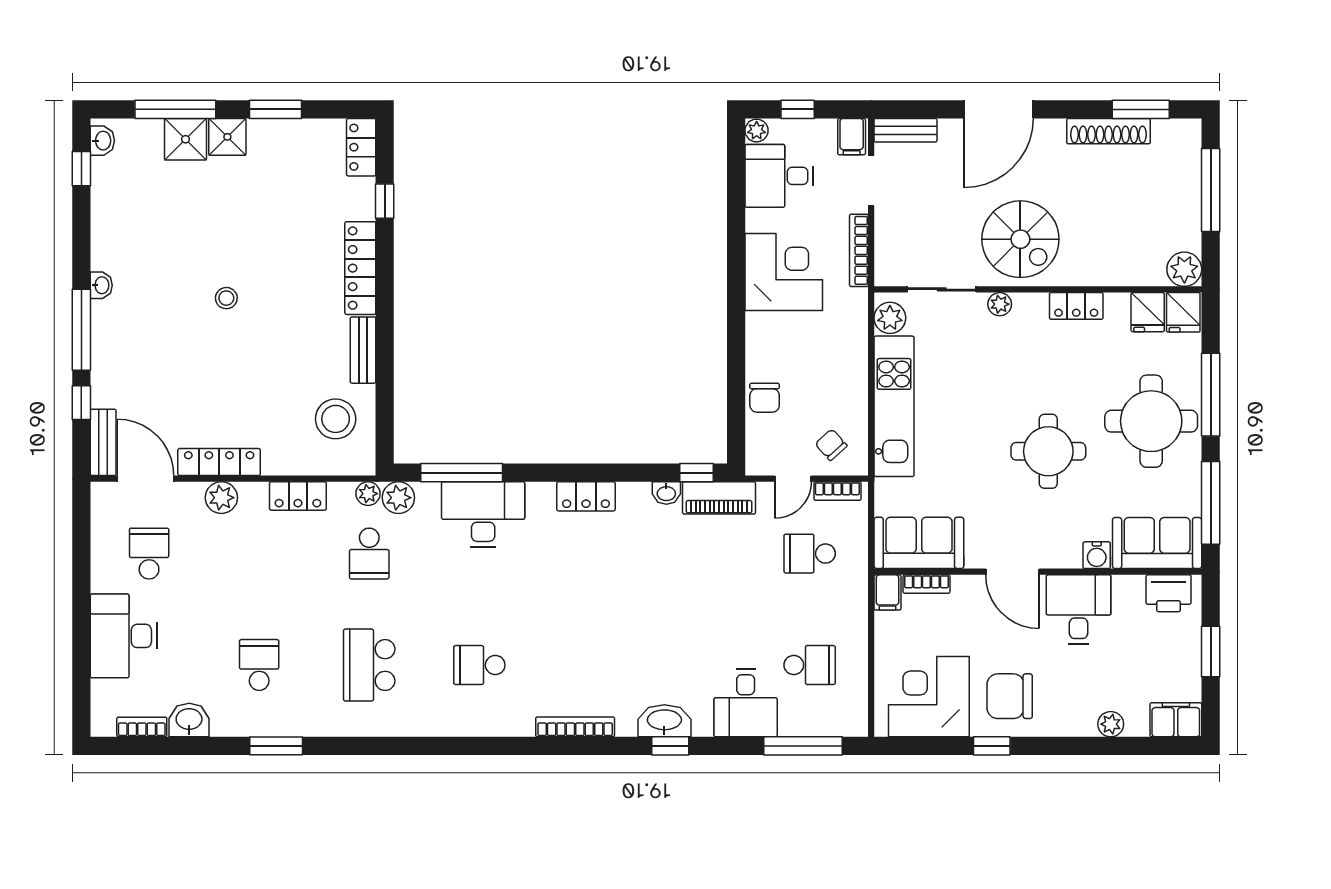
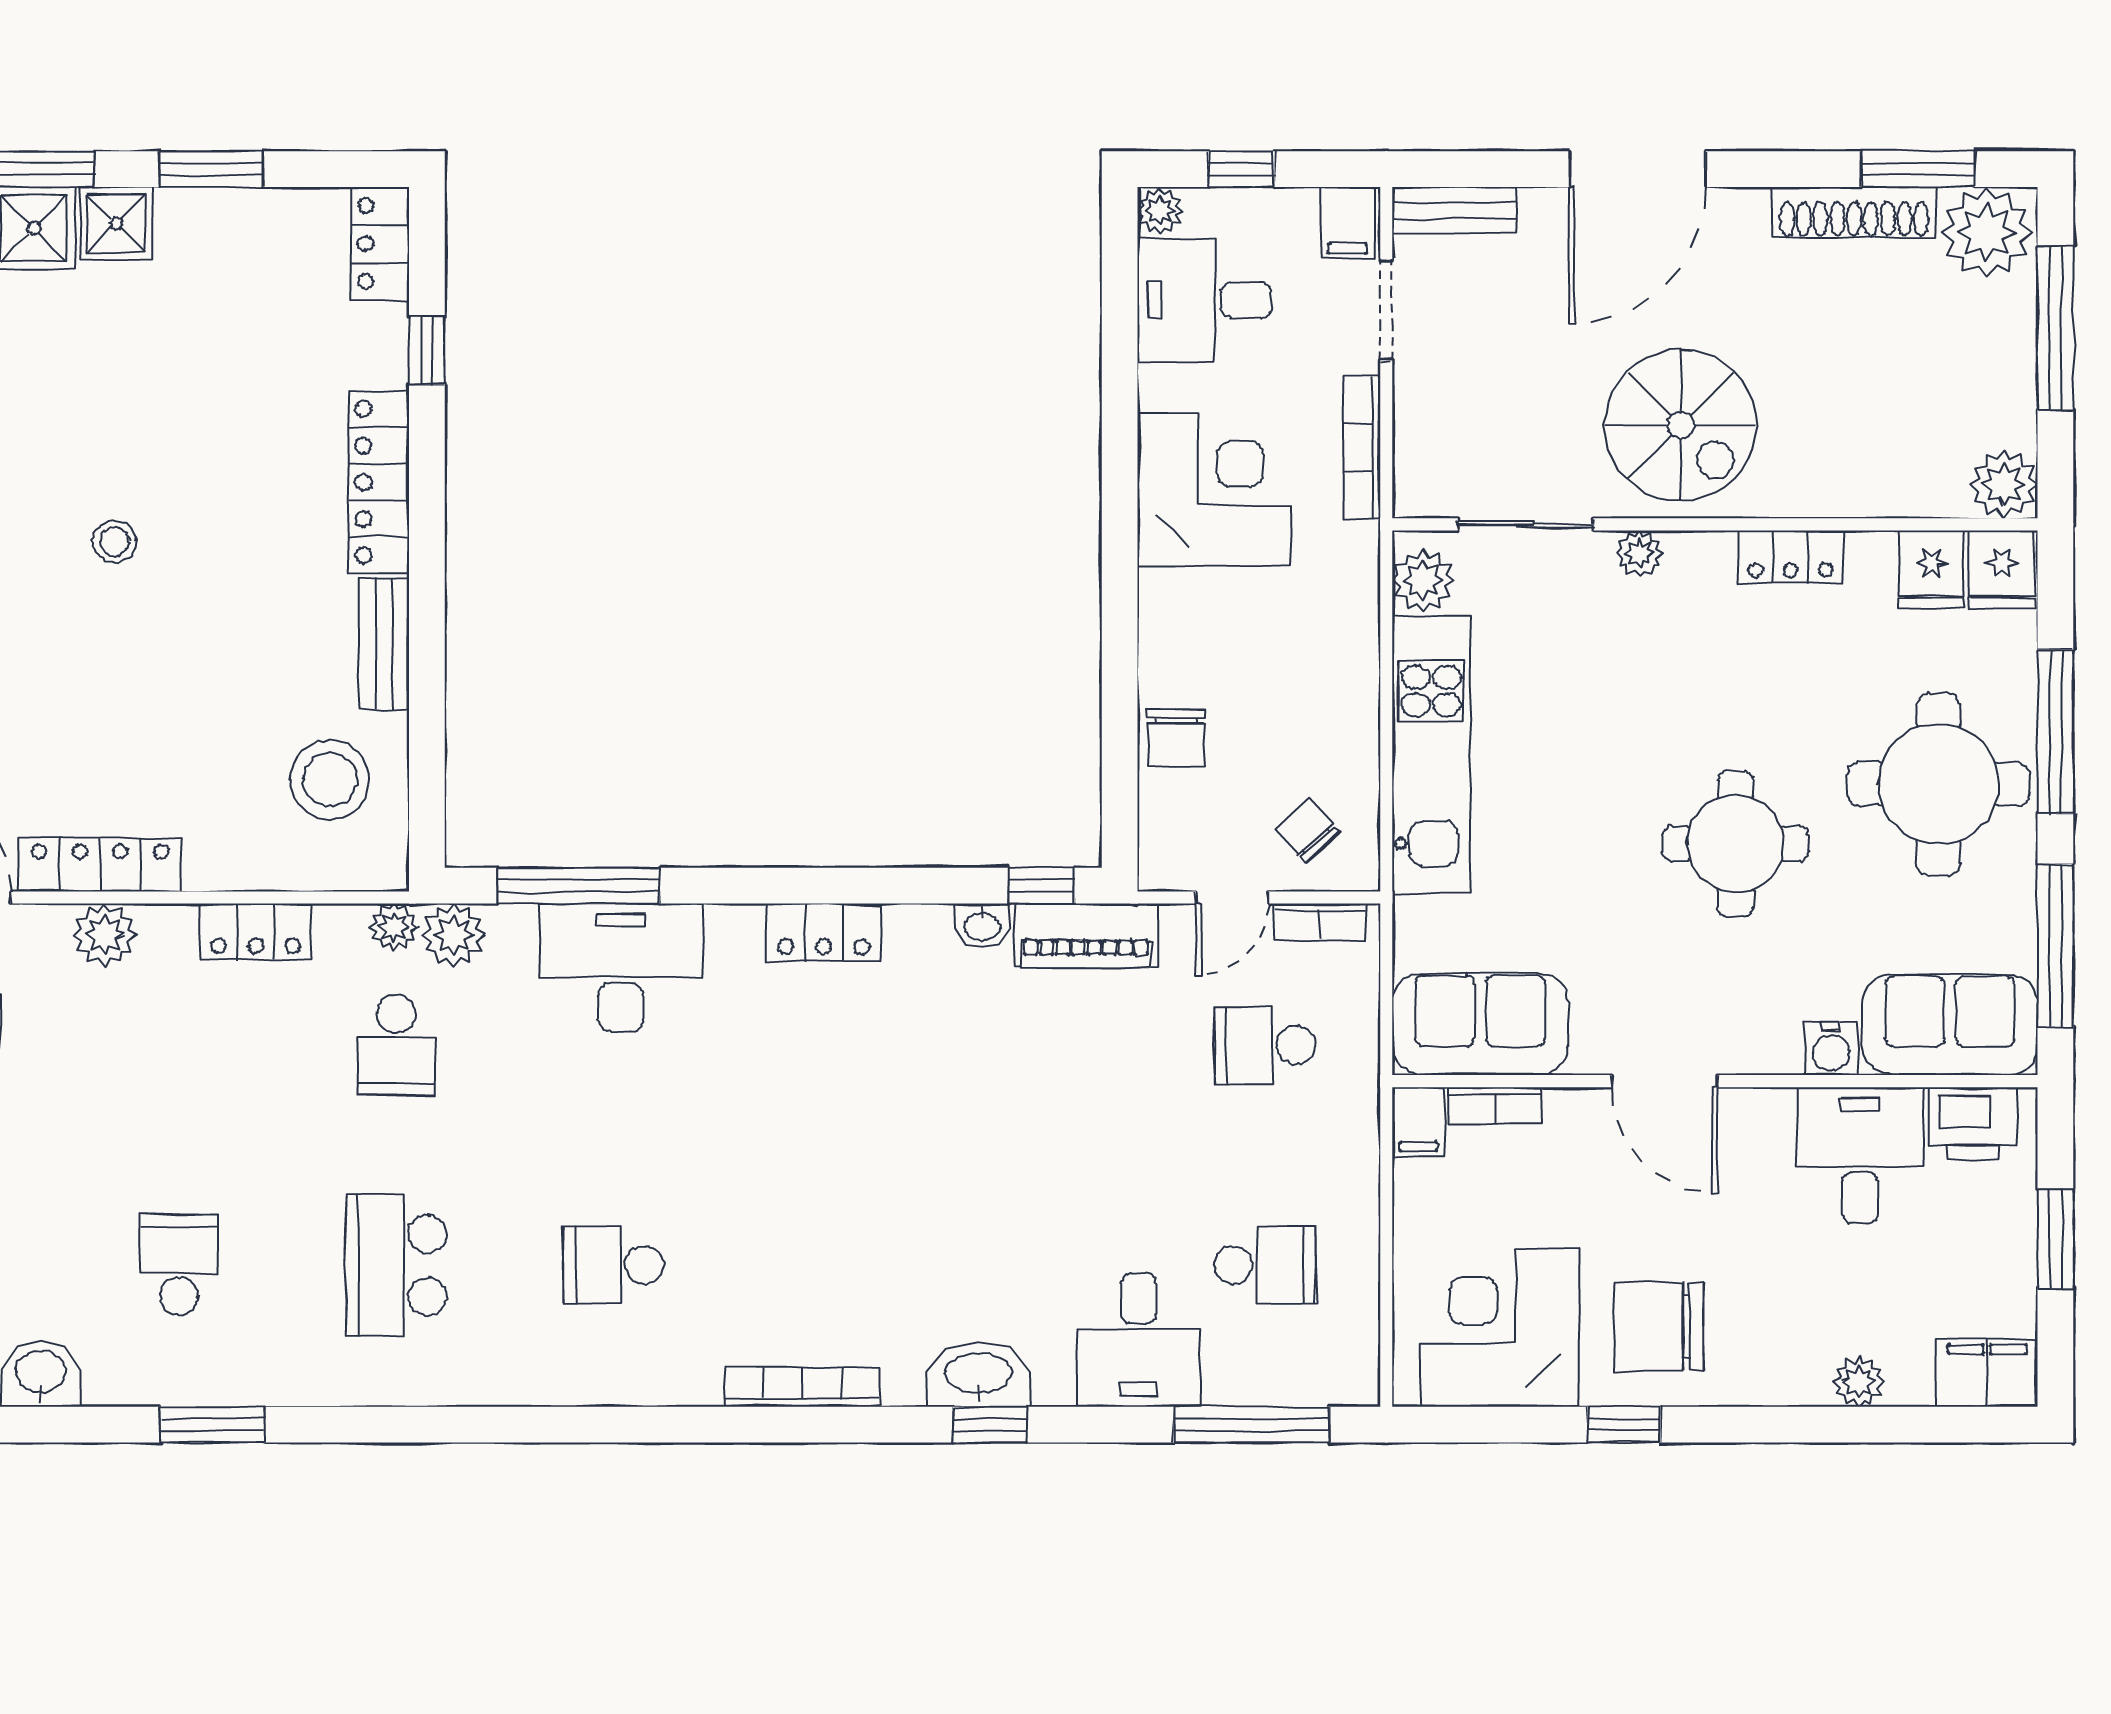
plant: (1176, 141) -> (1987, 232), added
desk: (1079, 609) -> (1860, 1156), moved

